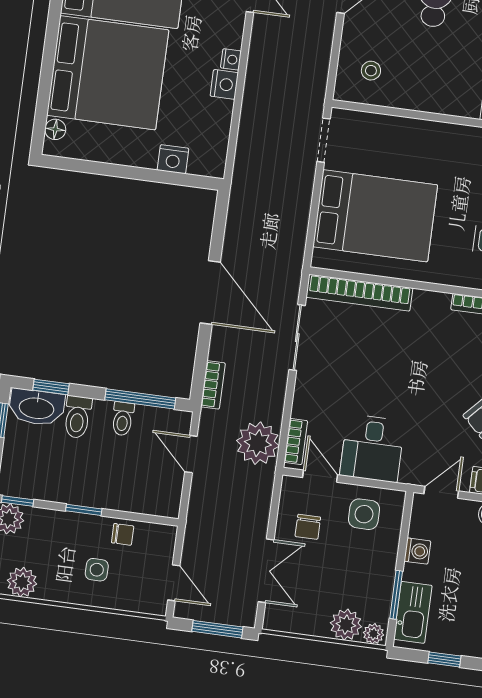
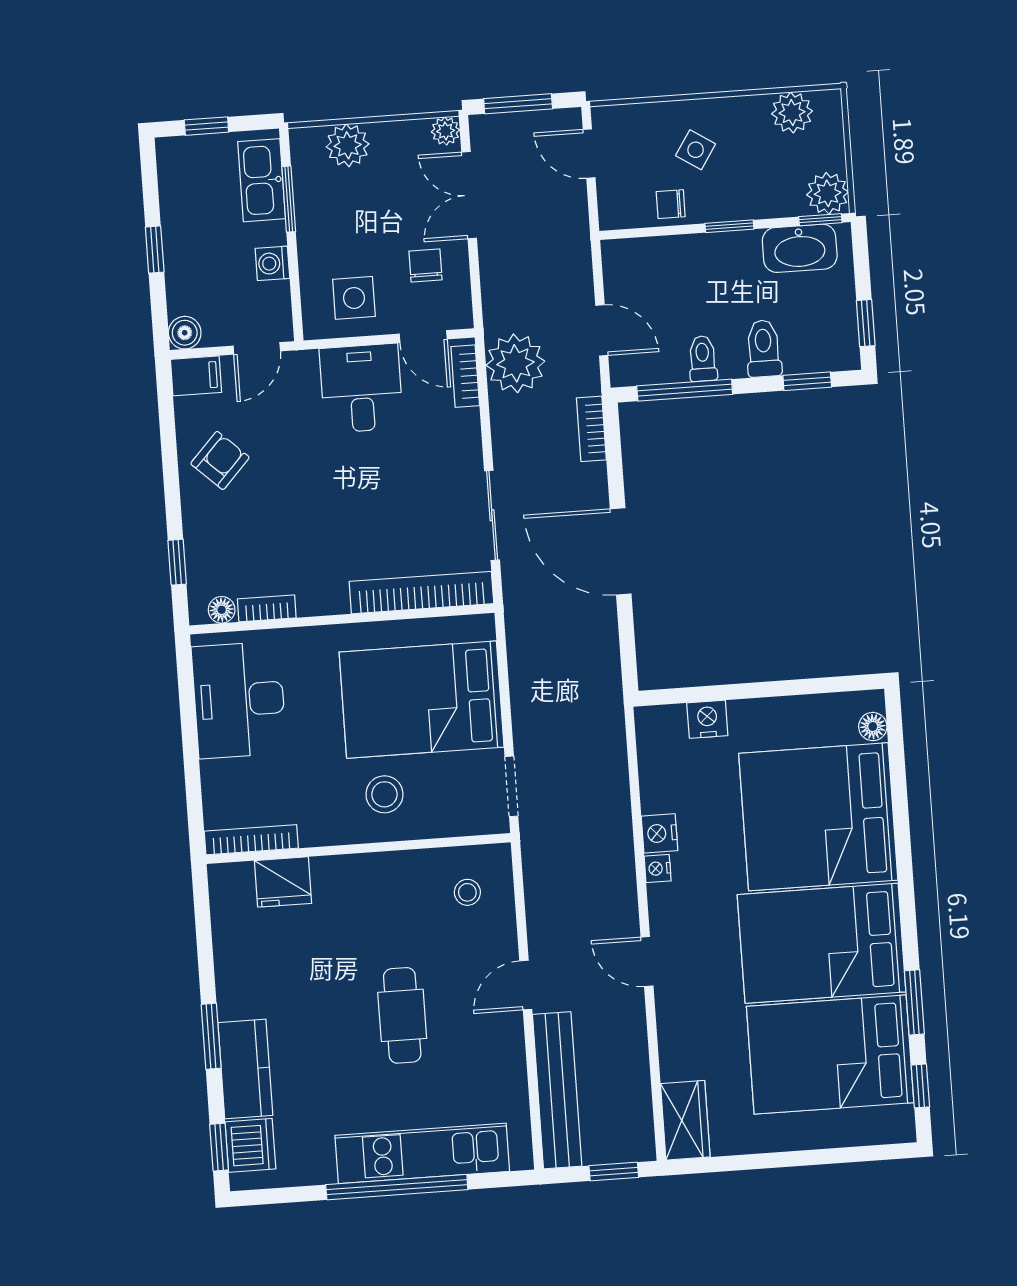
stool: (416, 153) -> (384, 794), added
washbasin: (37, 407) -> (800, 248), moved, turned 180
side table: (97, 570) -> (696, 150), turned 33
plant: (374, 634) -> (446, 131), moved

